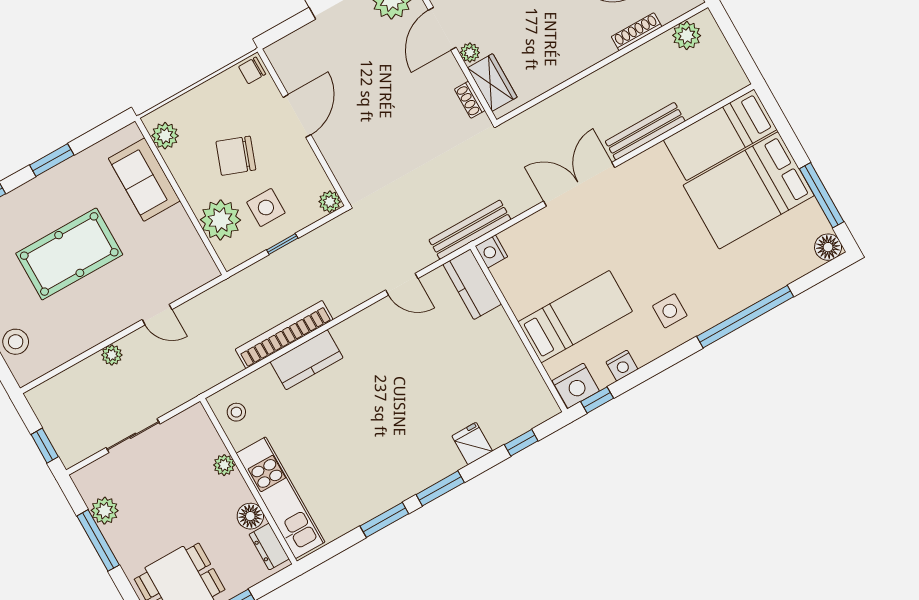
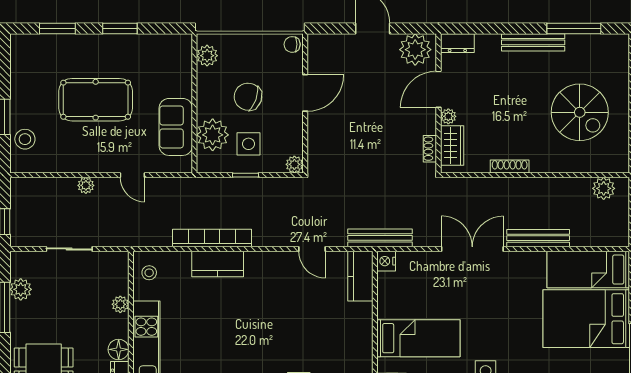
shoe rack: (637, 32) -> (510, 167), moved
sofa: (144, 180) -> (176, 127), moved

